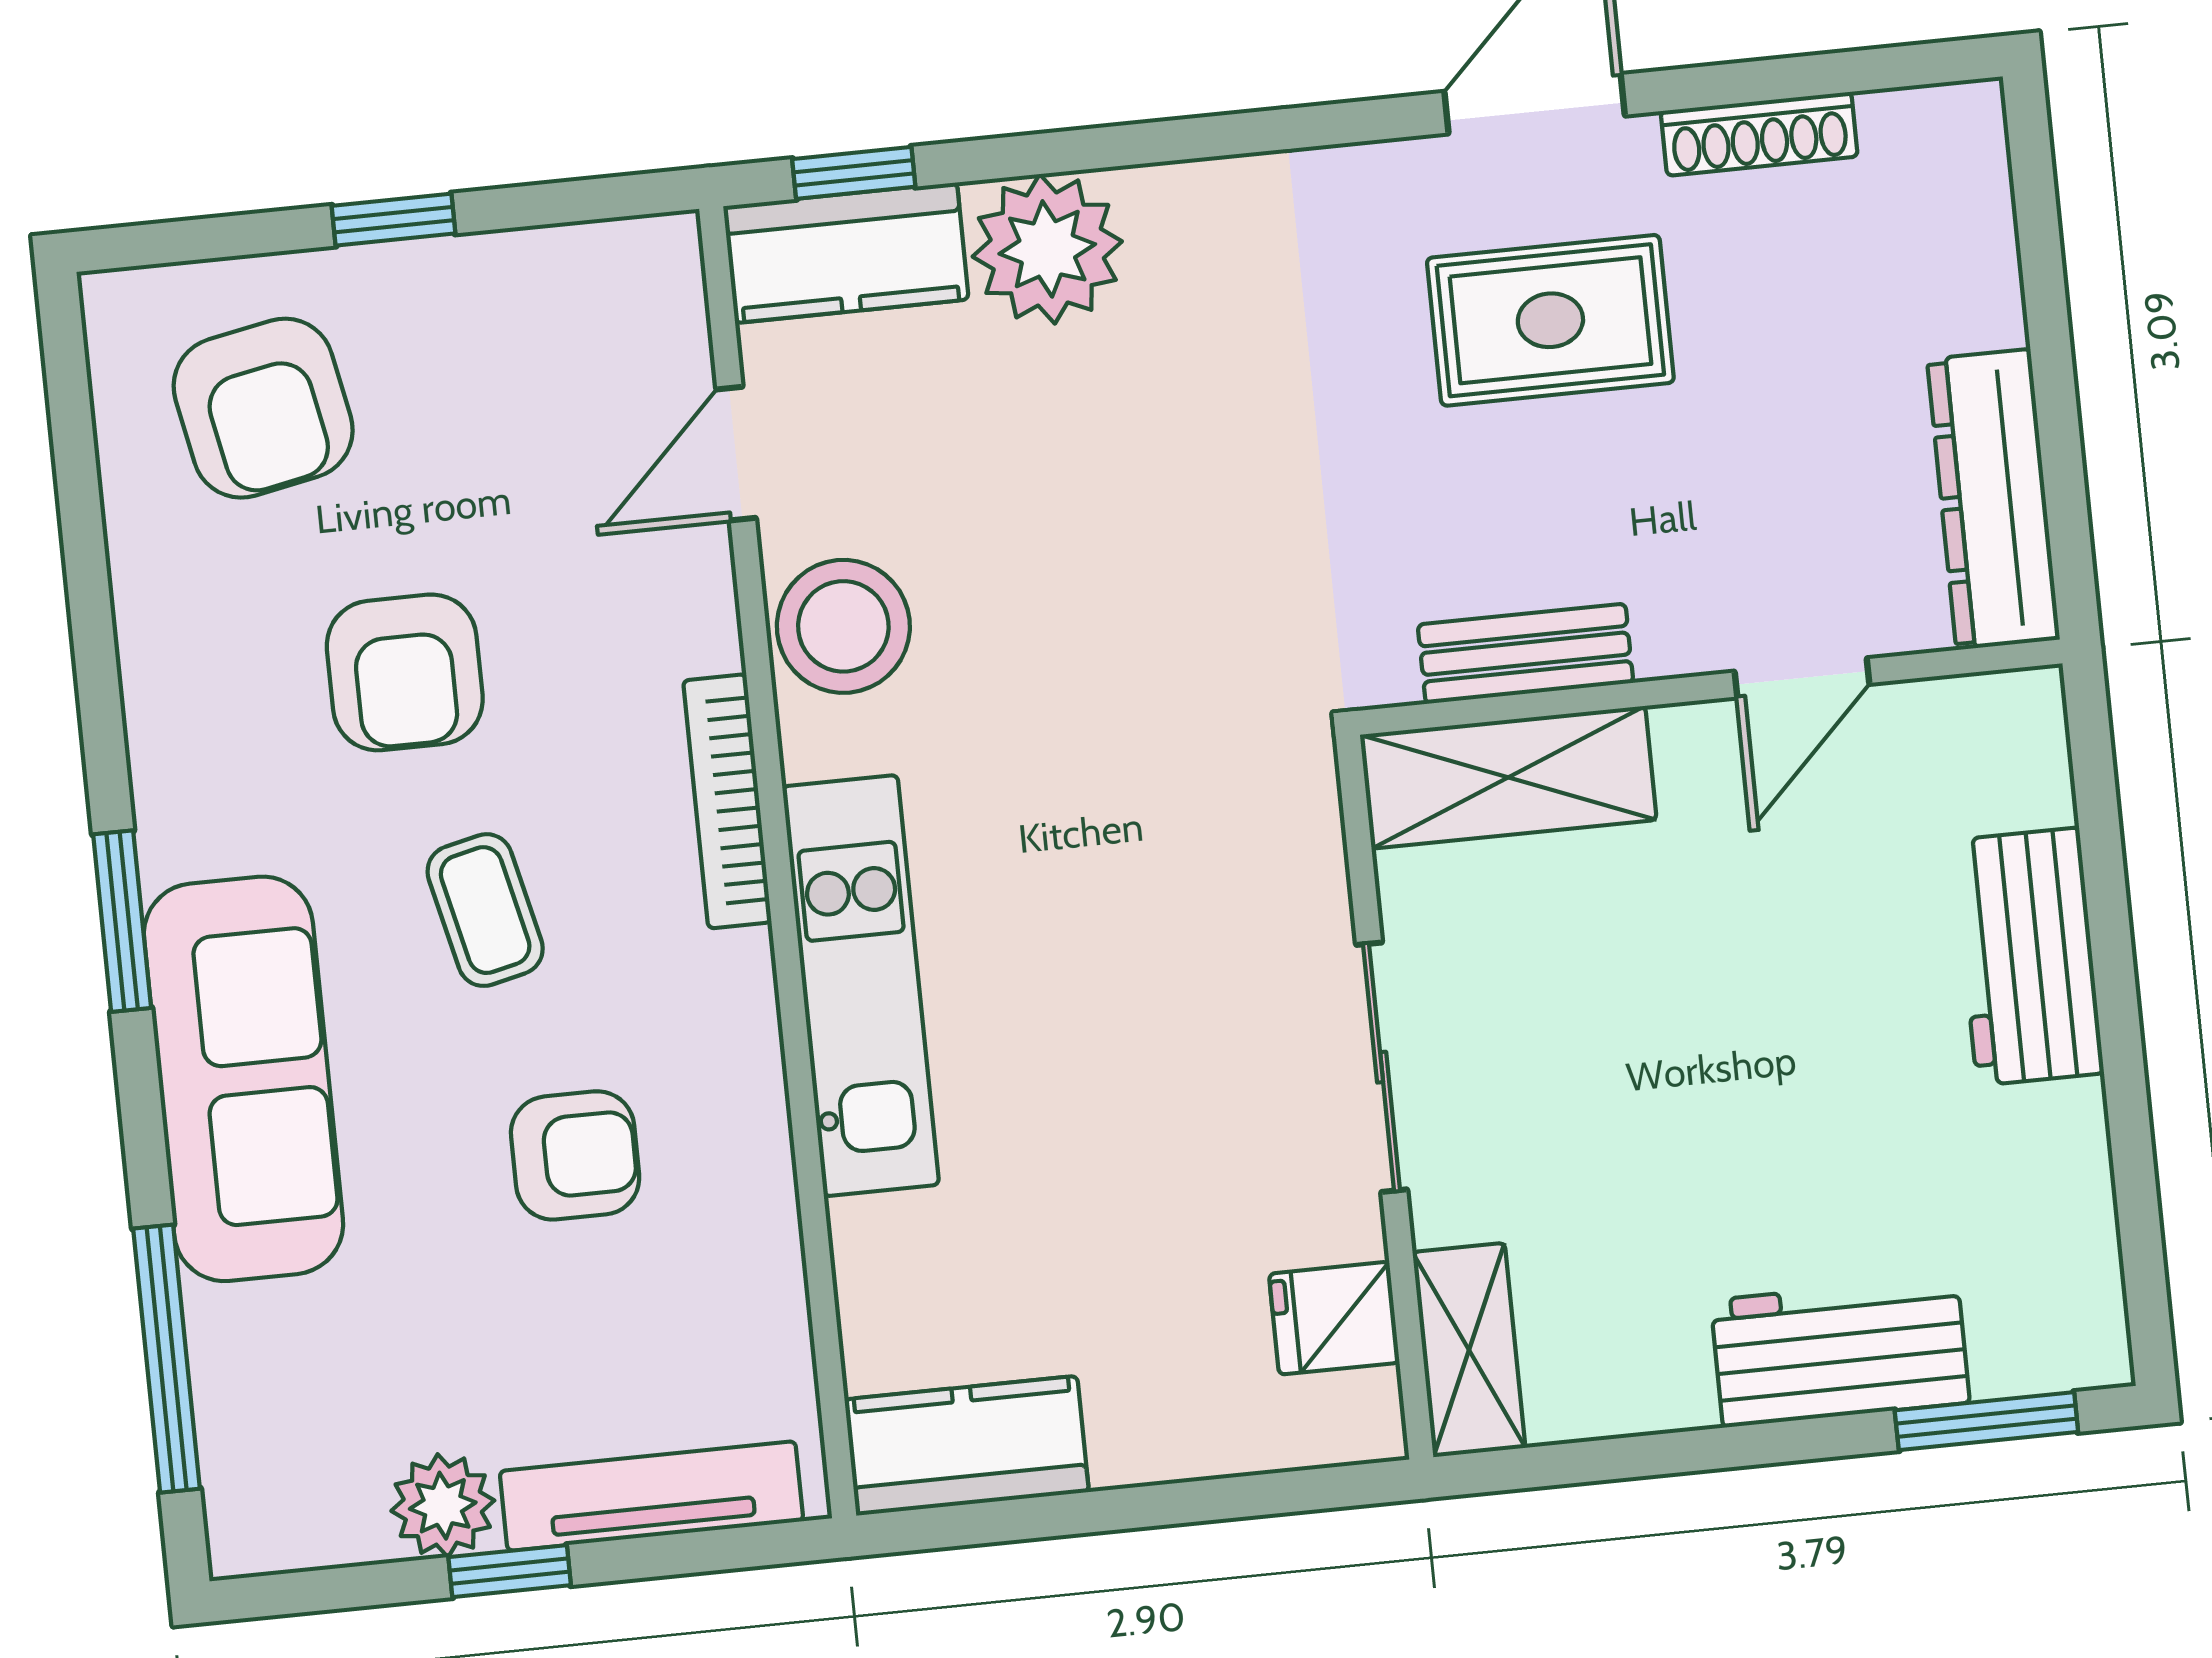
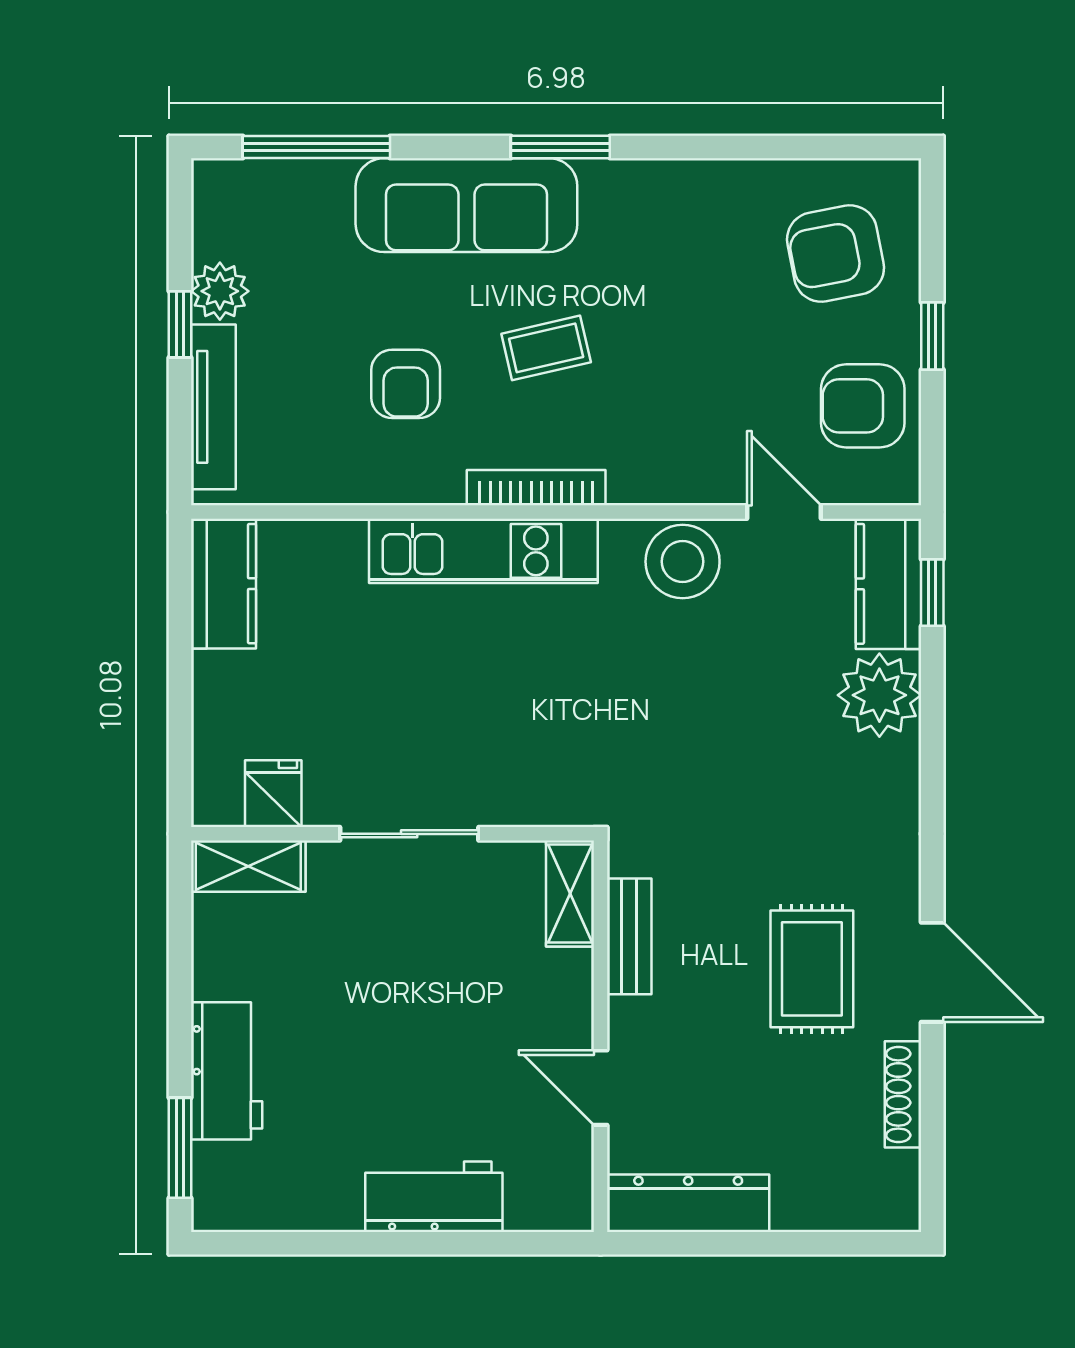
armchair: (405, 672) -> (863, 406), moved
shelving: (1508, 777) -> (570, 893), width x0.67, depth x0.75
bookcase: (727, 801) -> (536, 488), moved

